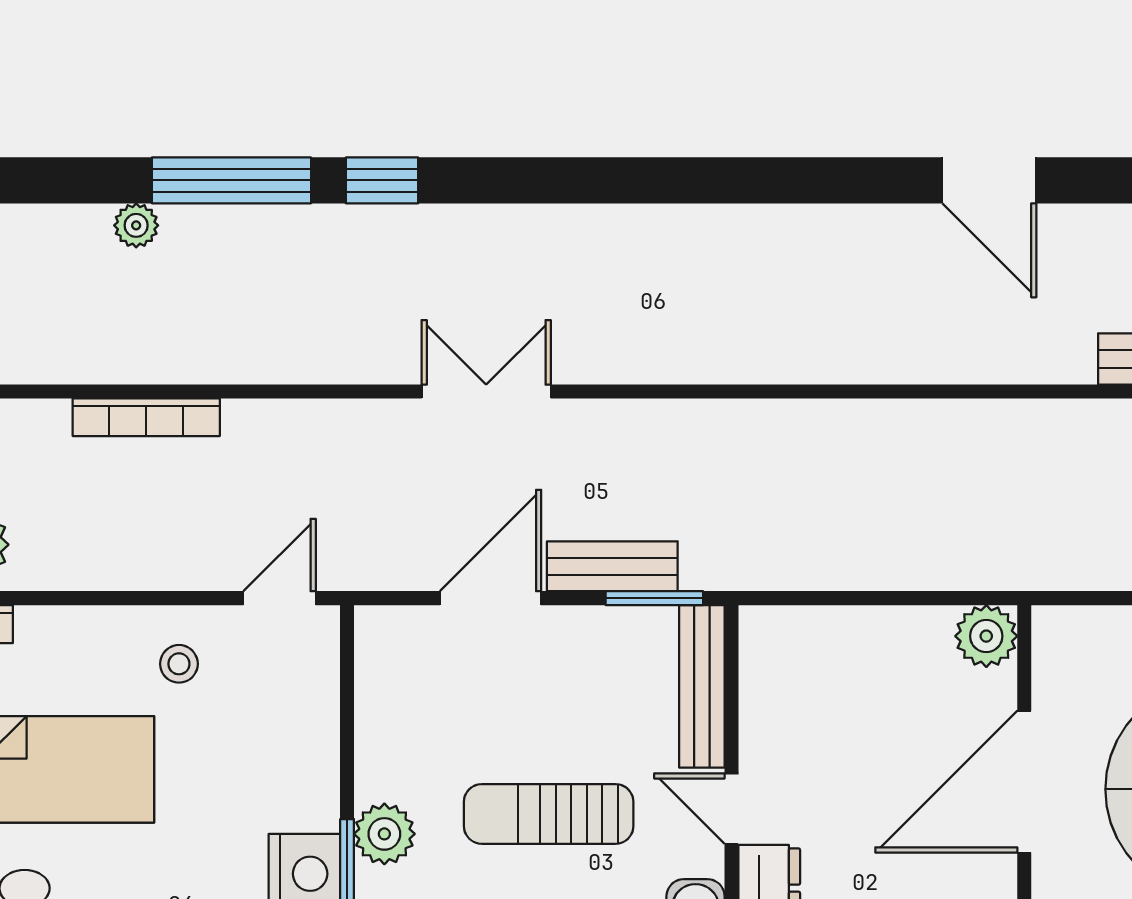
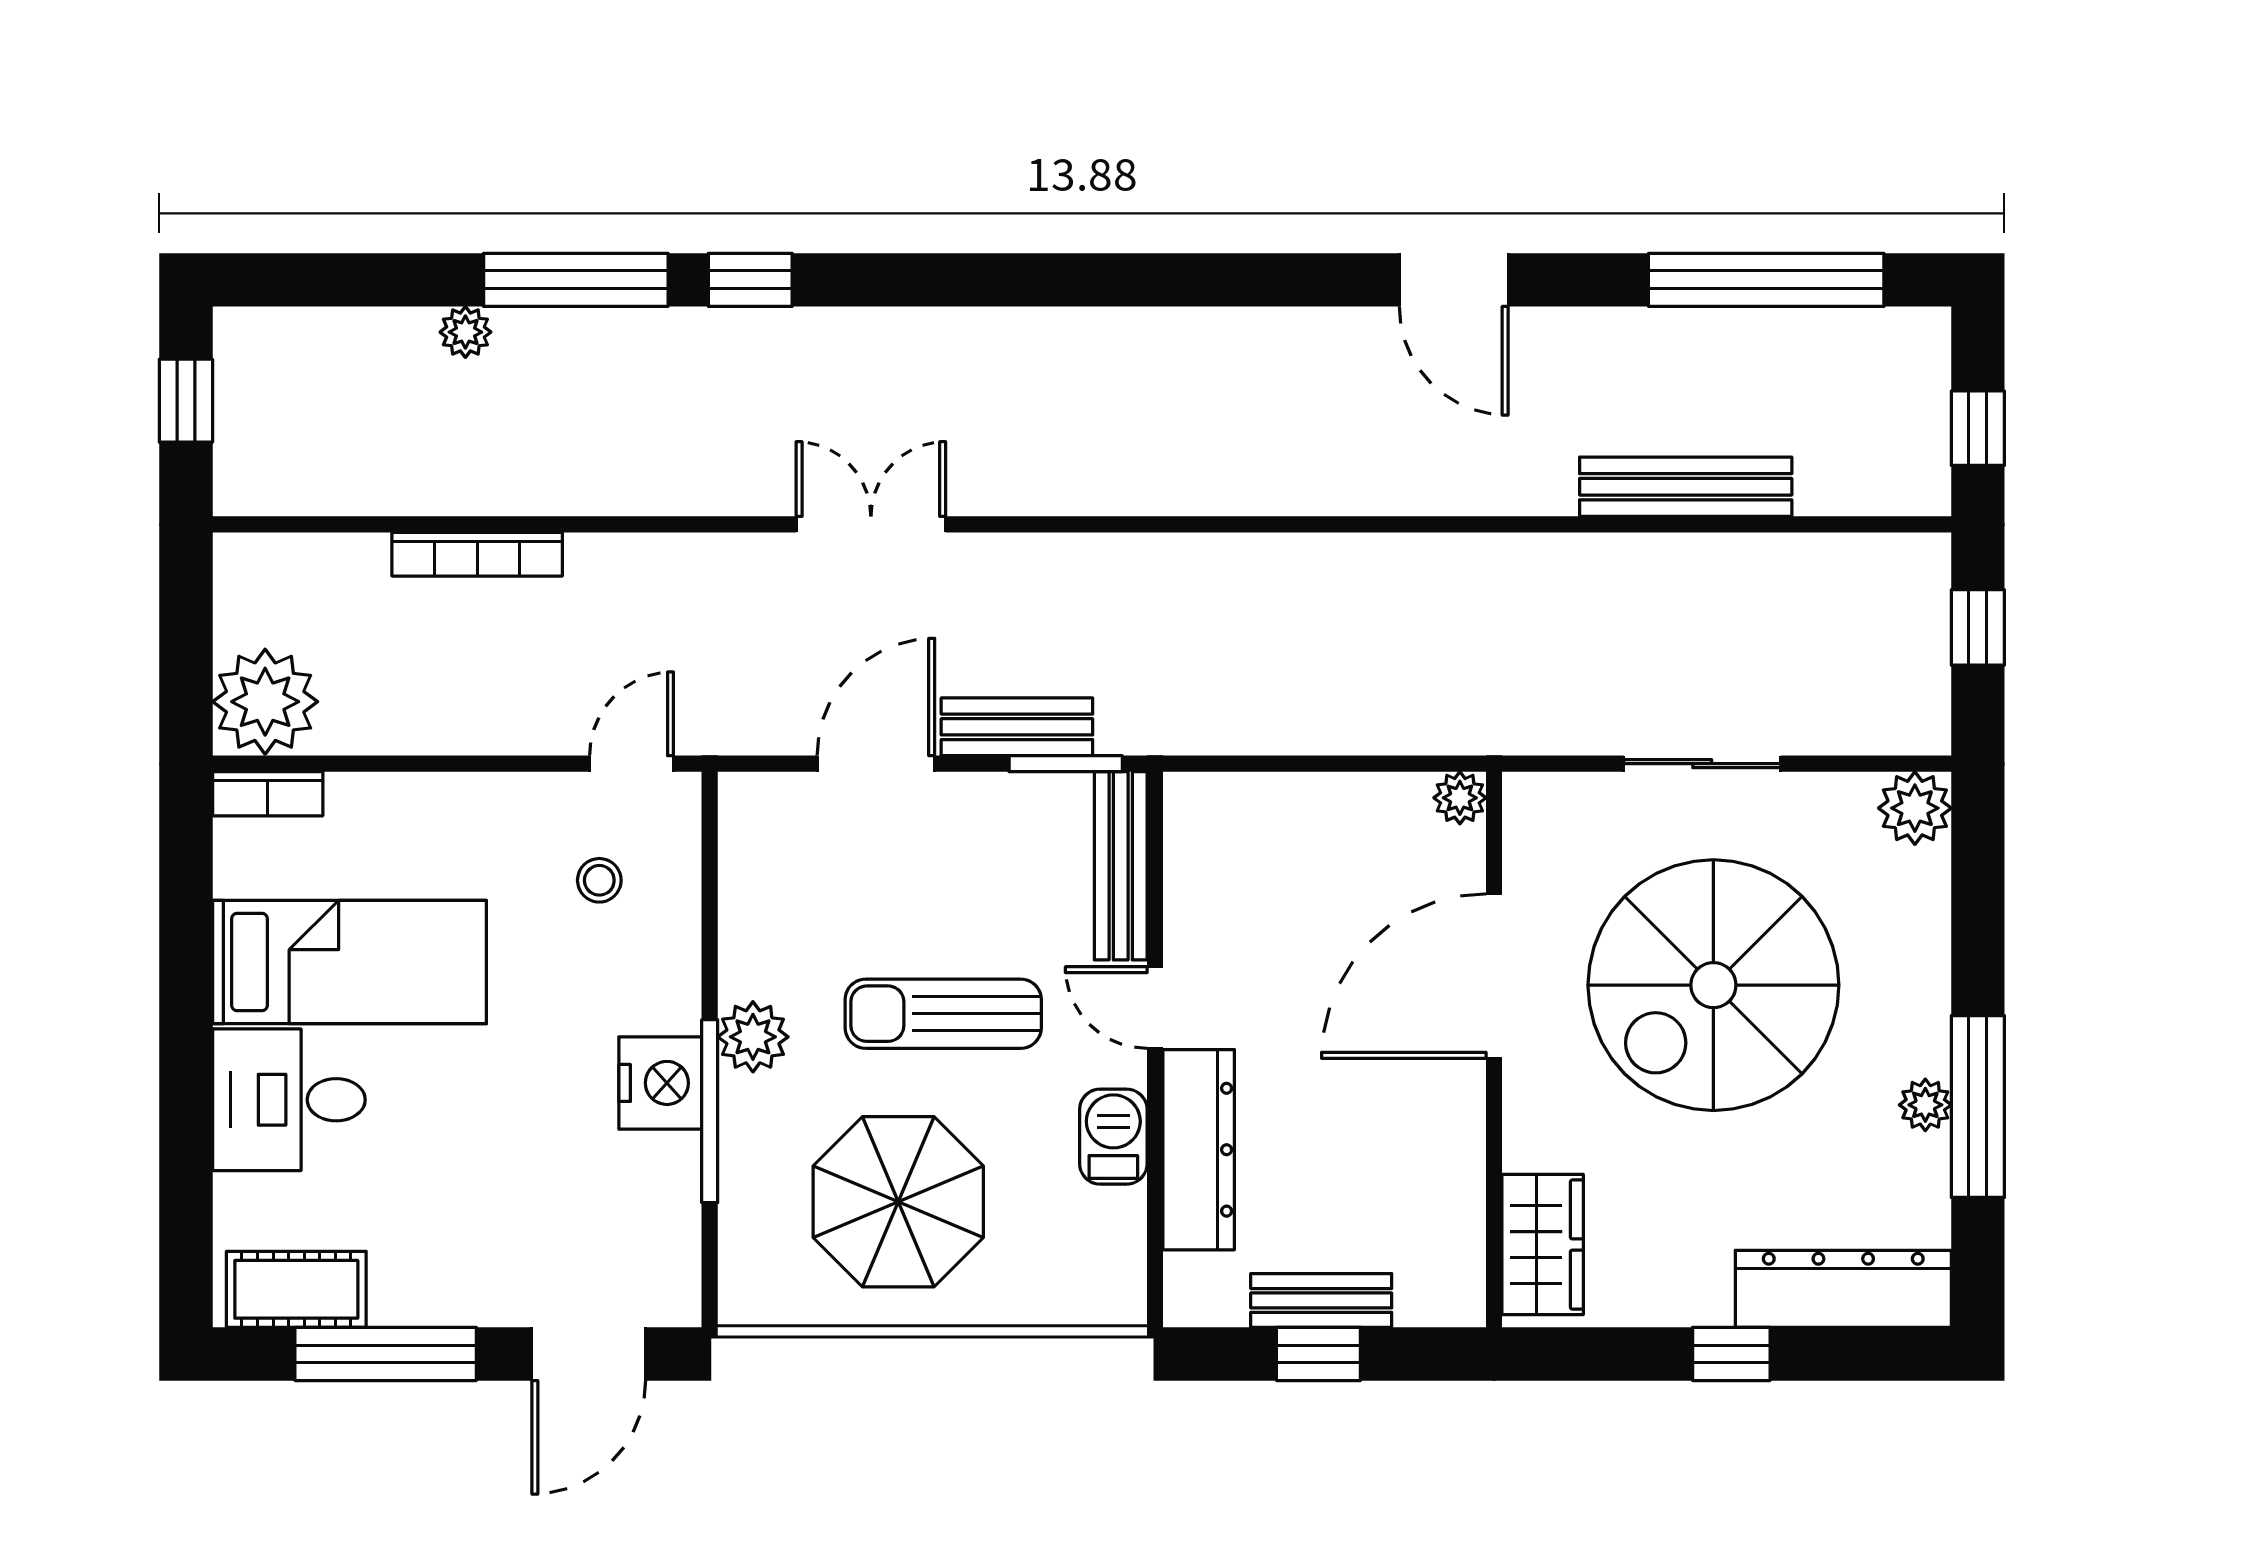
plant: (986, 636) -> (1460, 798), width x0.73, depth x0.73
stool: (179, 664) -> (599, 880), moved

